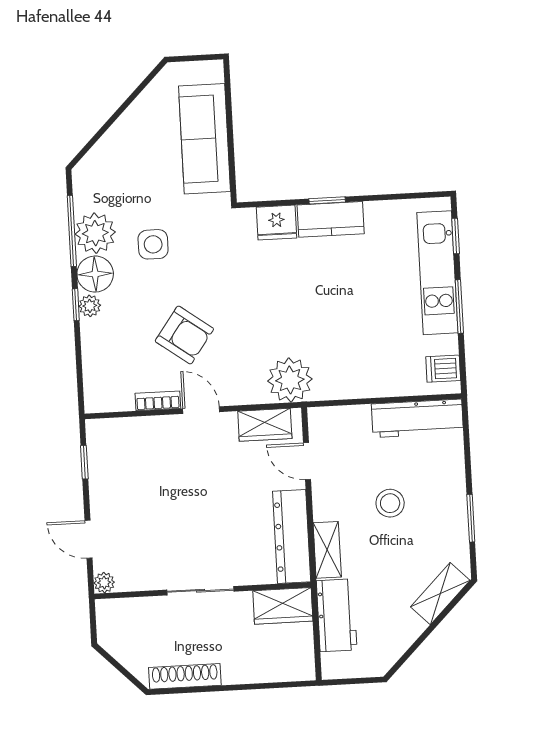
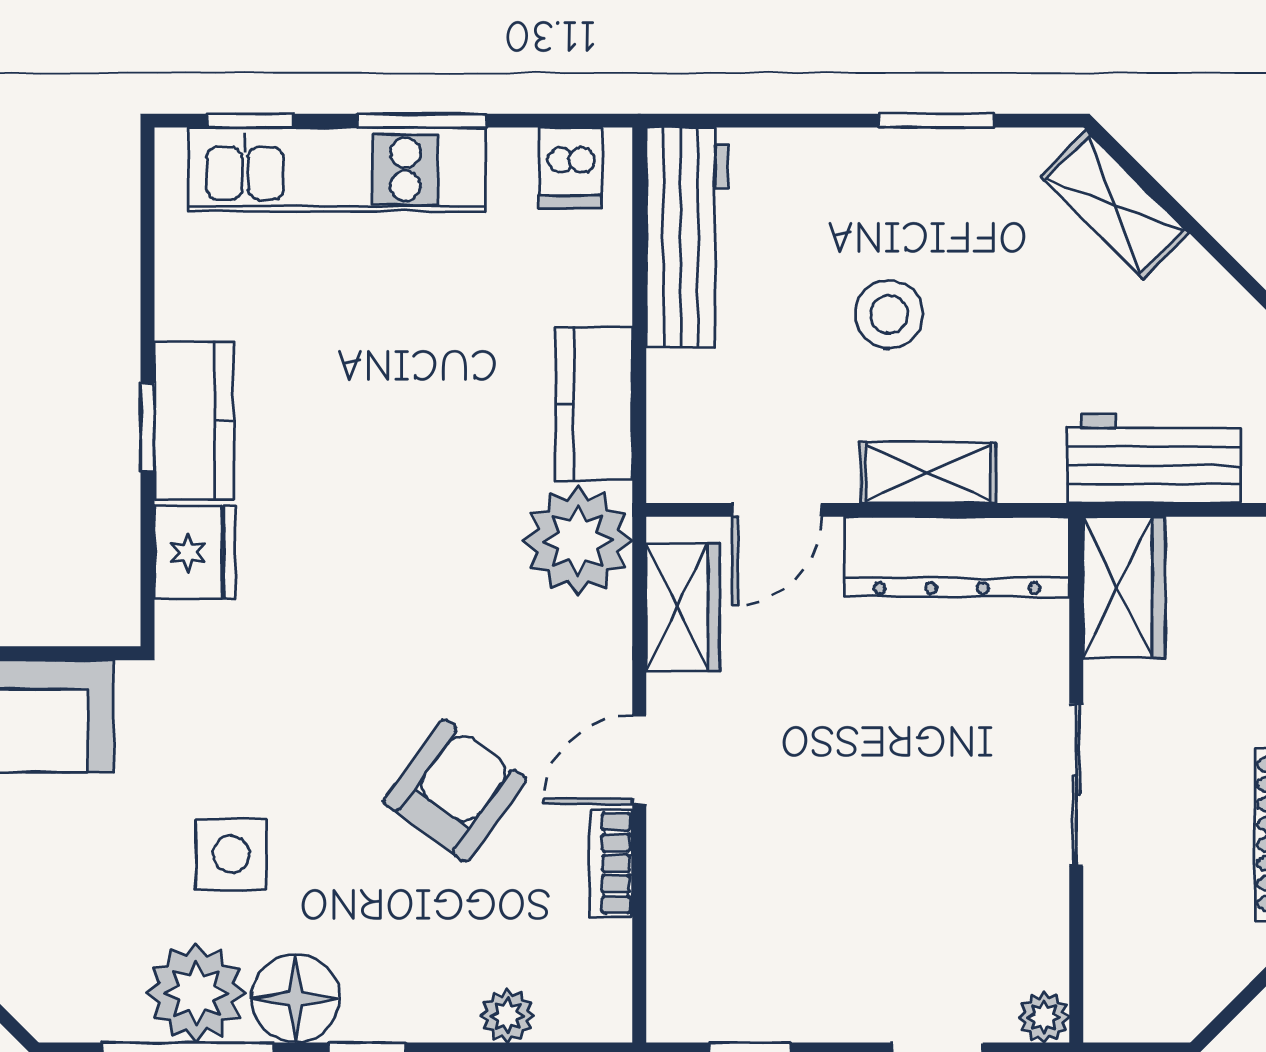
plant: (90, 306) -> (507, 1016), moved
kitchen counter: (347, 384) -> (594, 404), added
shelving: (327, 550) -> (928, 473), moved

